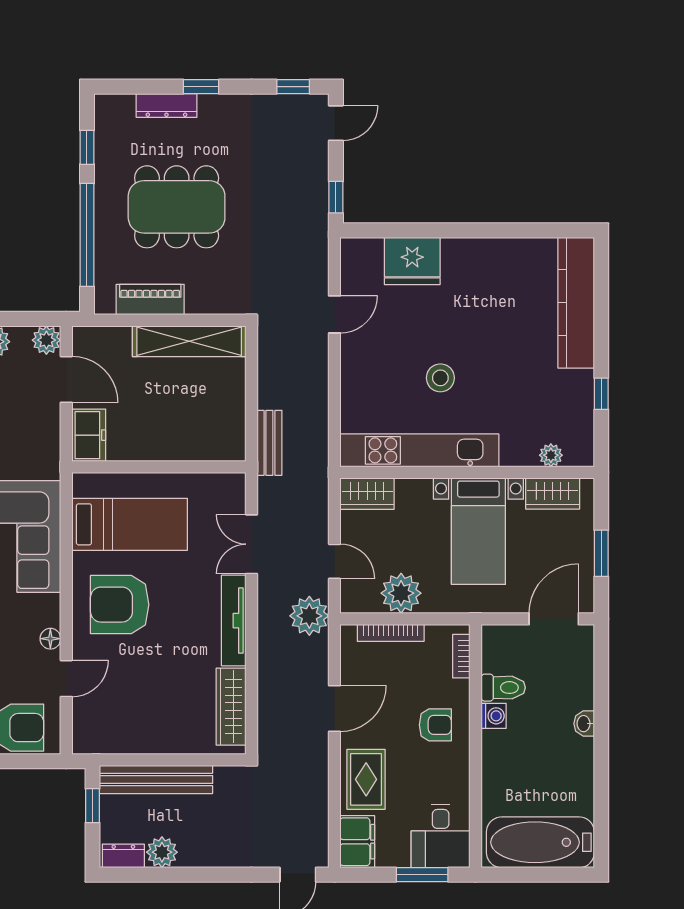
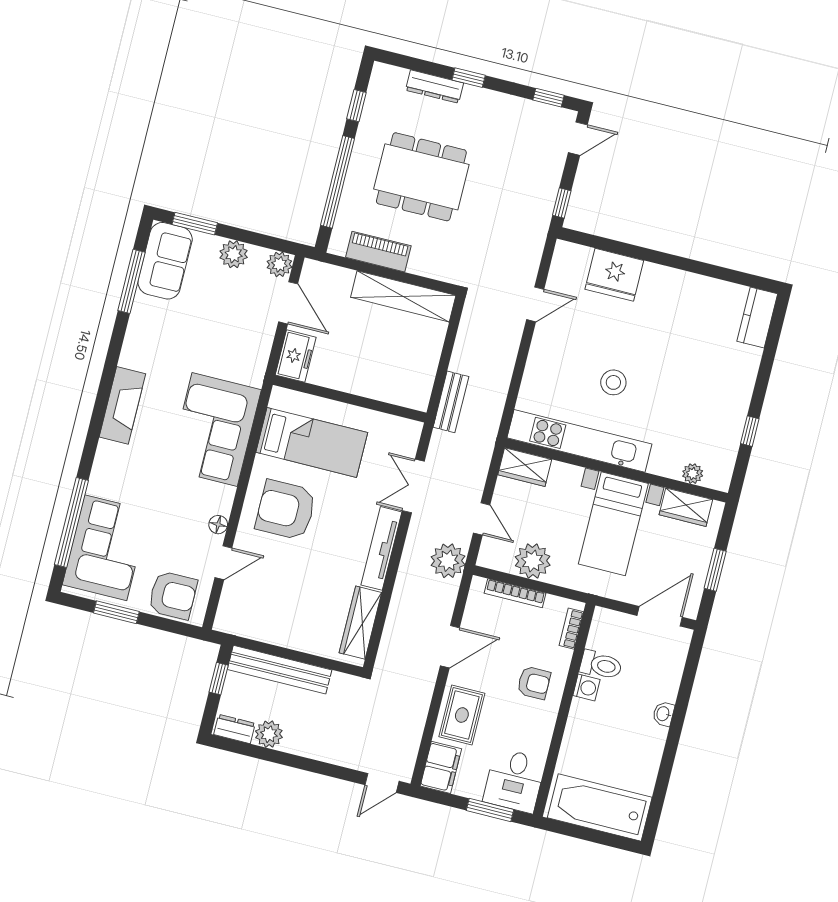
kitchen counter: (576, 303) -> (757, 318), width x0.48, depth x0.86

